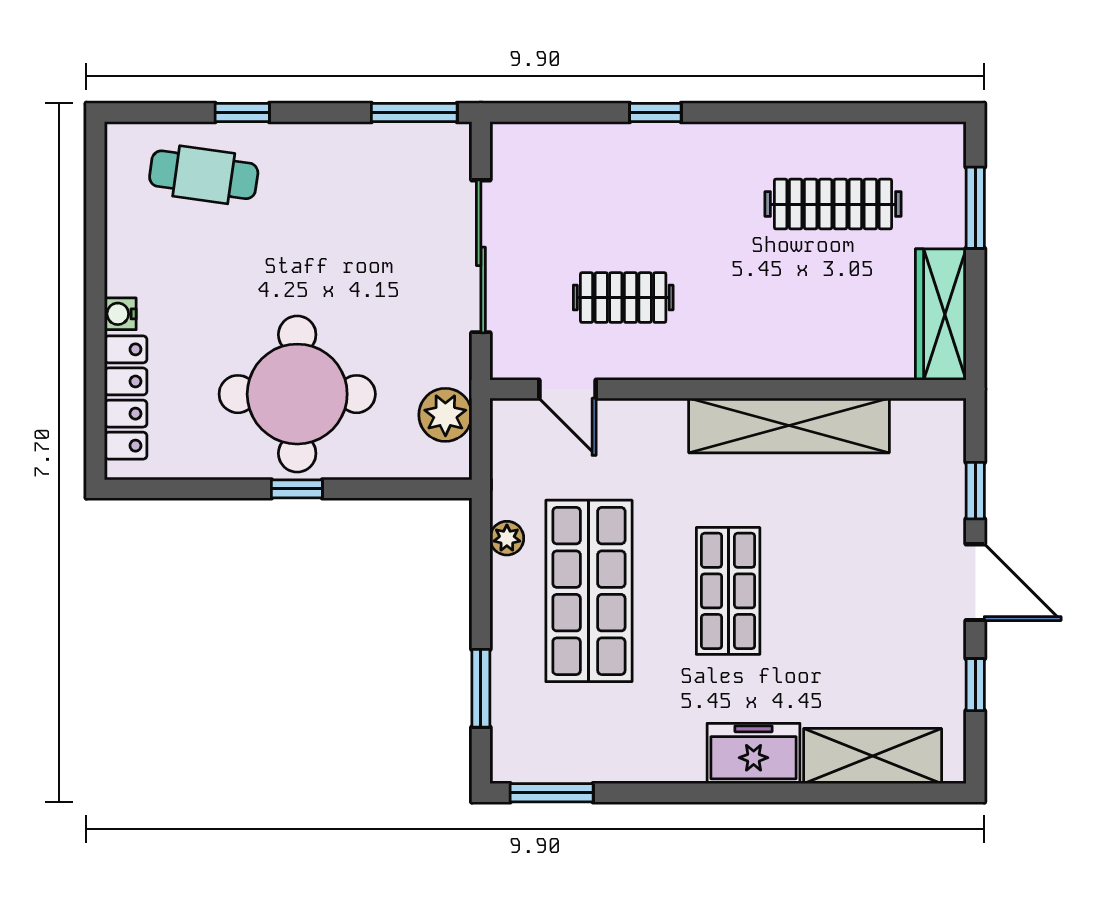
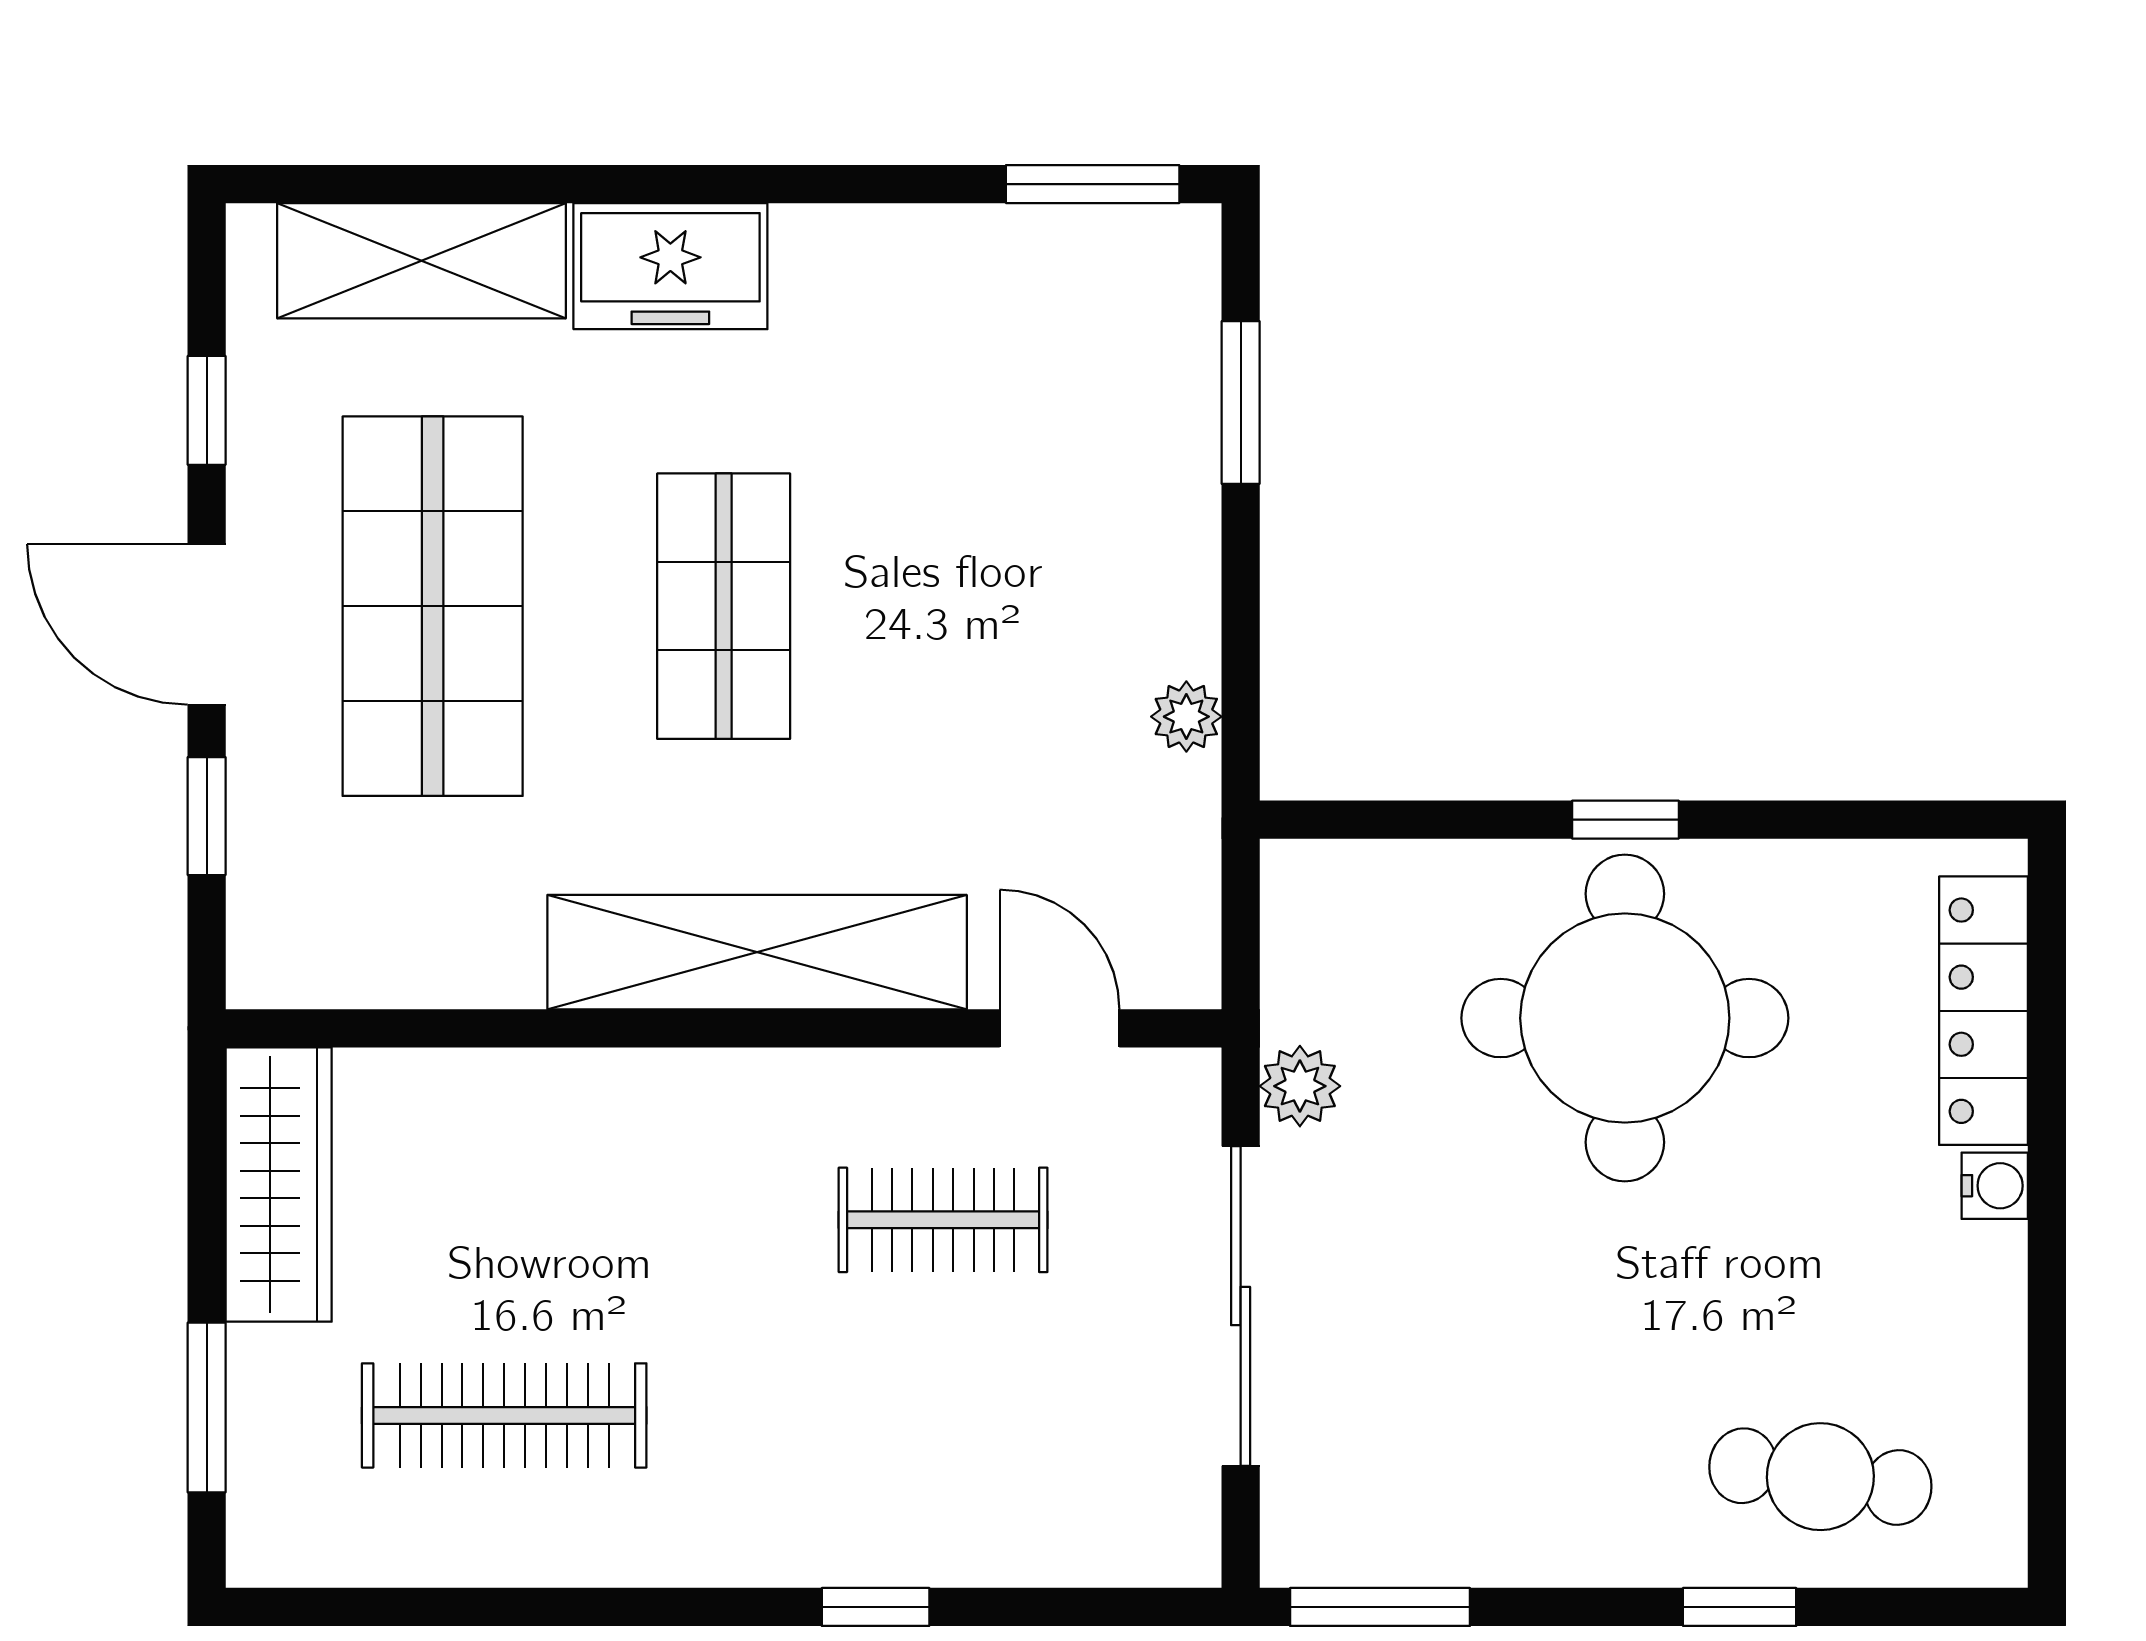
plant: (445, 415) -> (1300, 1086), moved, width x0.73, depth x0.73
shelving: (789, 426) -> (757, 952), moved
shop shelf: (589, 591) -> (433, 606), moved

